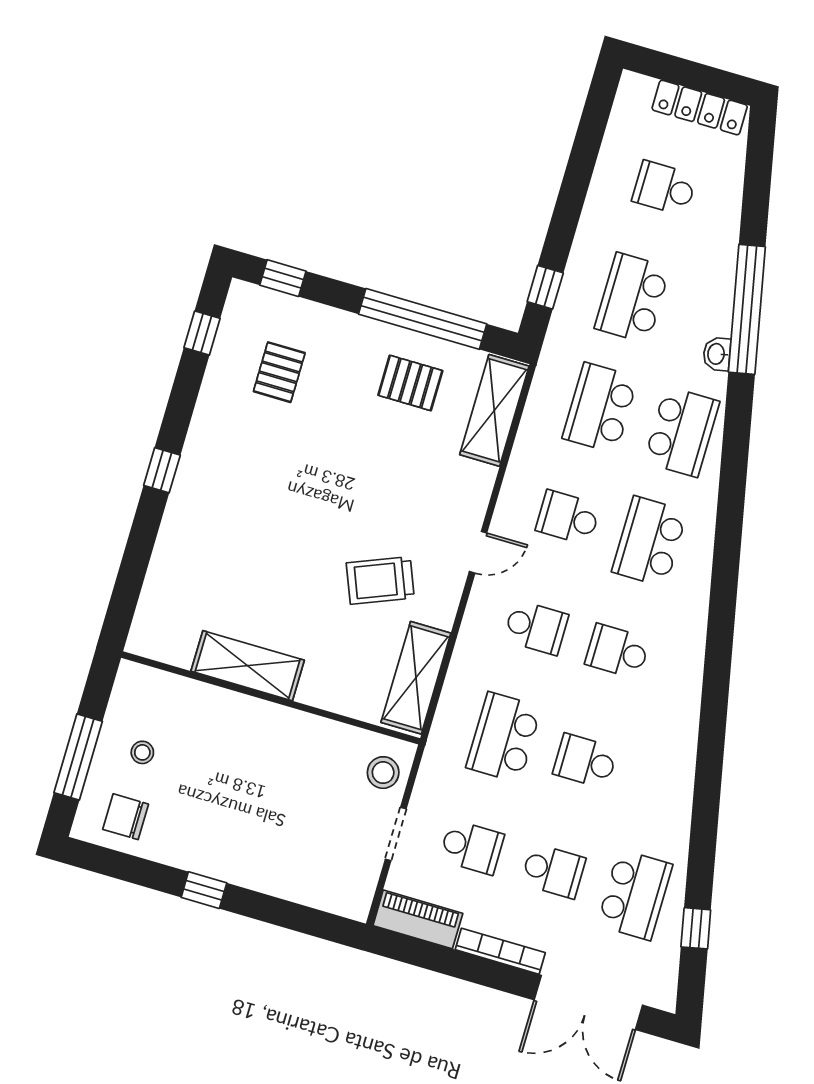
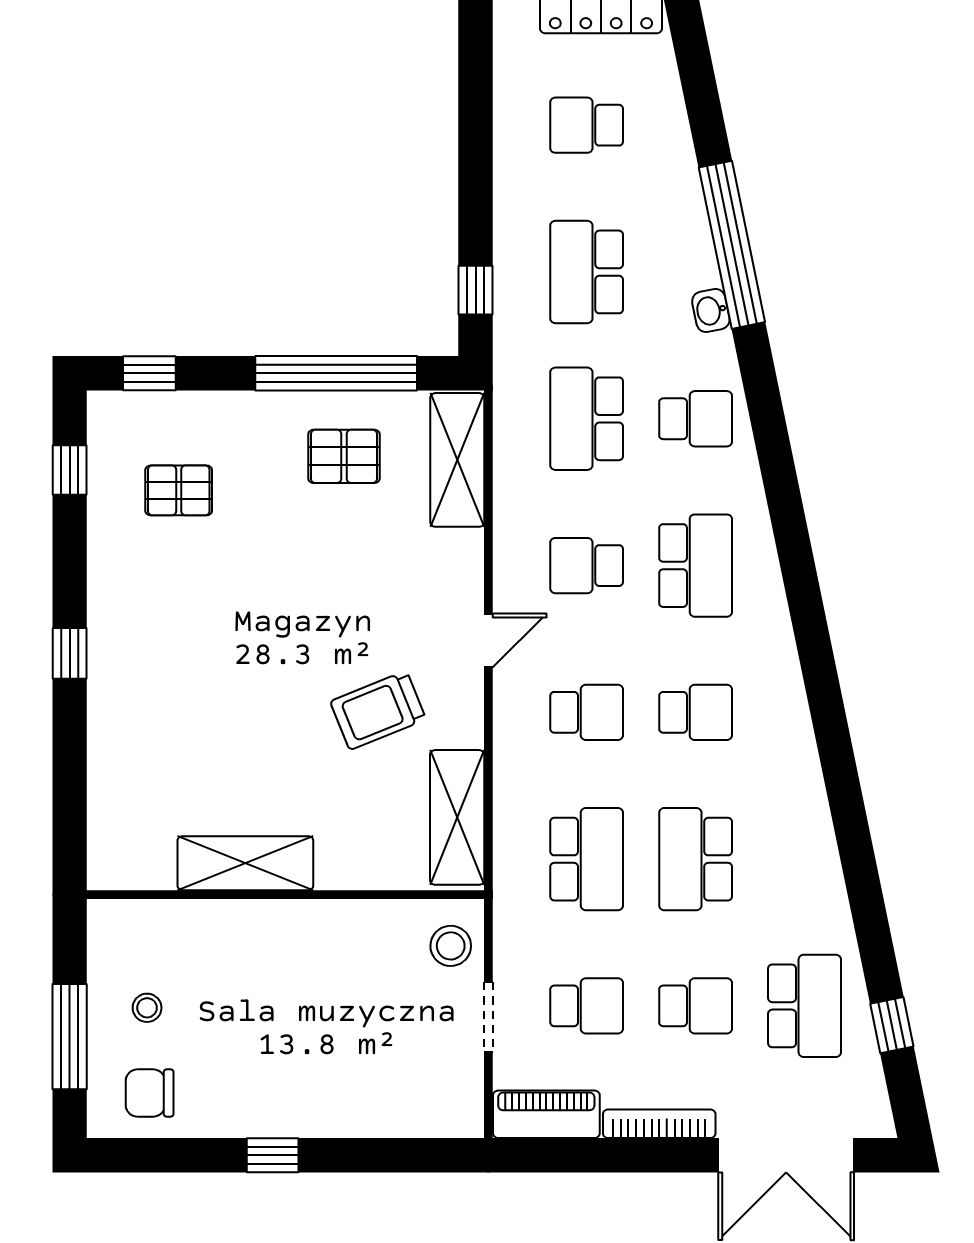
pallet: (279, 372) -> (179, 490), turned 90
school desk: (682, 432) -> (696, 419), width x0.54
school desk: (650, 542) -> (696, 566), turned 180
school desk: (617, 651) -> (696, 712), turned 180
school desk: (504, 737) -> (587, 859), turned 180
school desk: (585, 761) -> (696, 859), width x1.85

